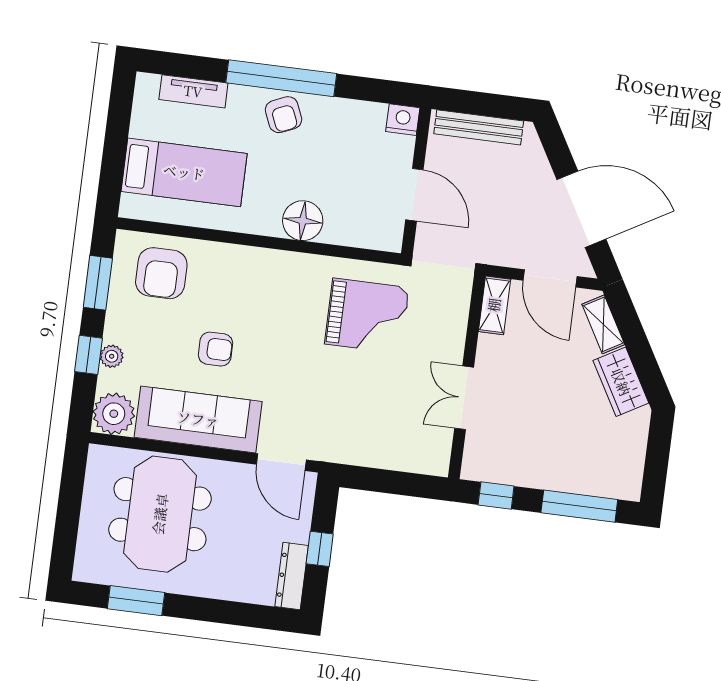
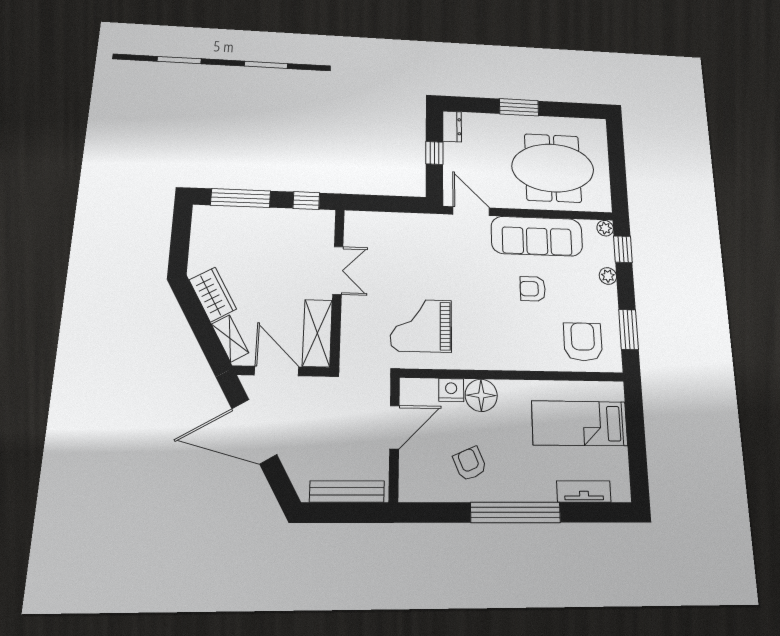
armchair: (284, 115) -> (470, 464), moved
nightstand: (403, 120) -> (451, 390), moved, turned 180
door: (414, 195) -> (394, 427), swing flipped
shelving: (494, 305) -> (317, 333), width x1.50, depth x1.33
window: (89, 355) -> (623, 249), moved
plant: (114, 414) -> (605, 228), width x0.53, depth x0.53
meeting table: (160, 514) -> (553, 168), turned 90
dresser: (292, 576) -> (452, 126), width x0.70
window: (136, 601) -> (519, 107), moved

